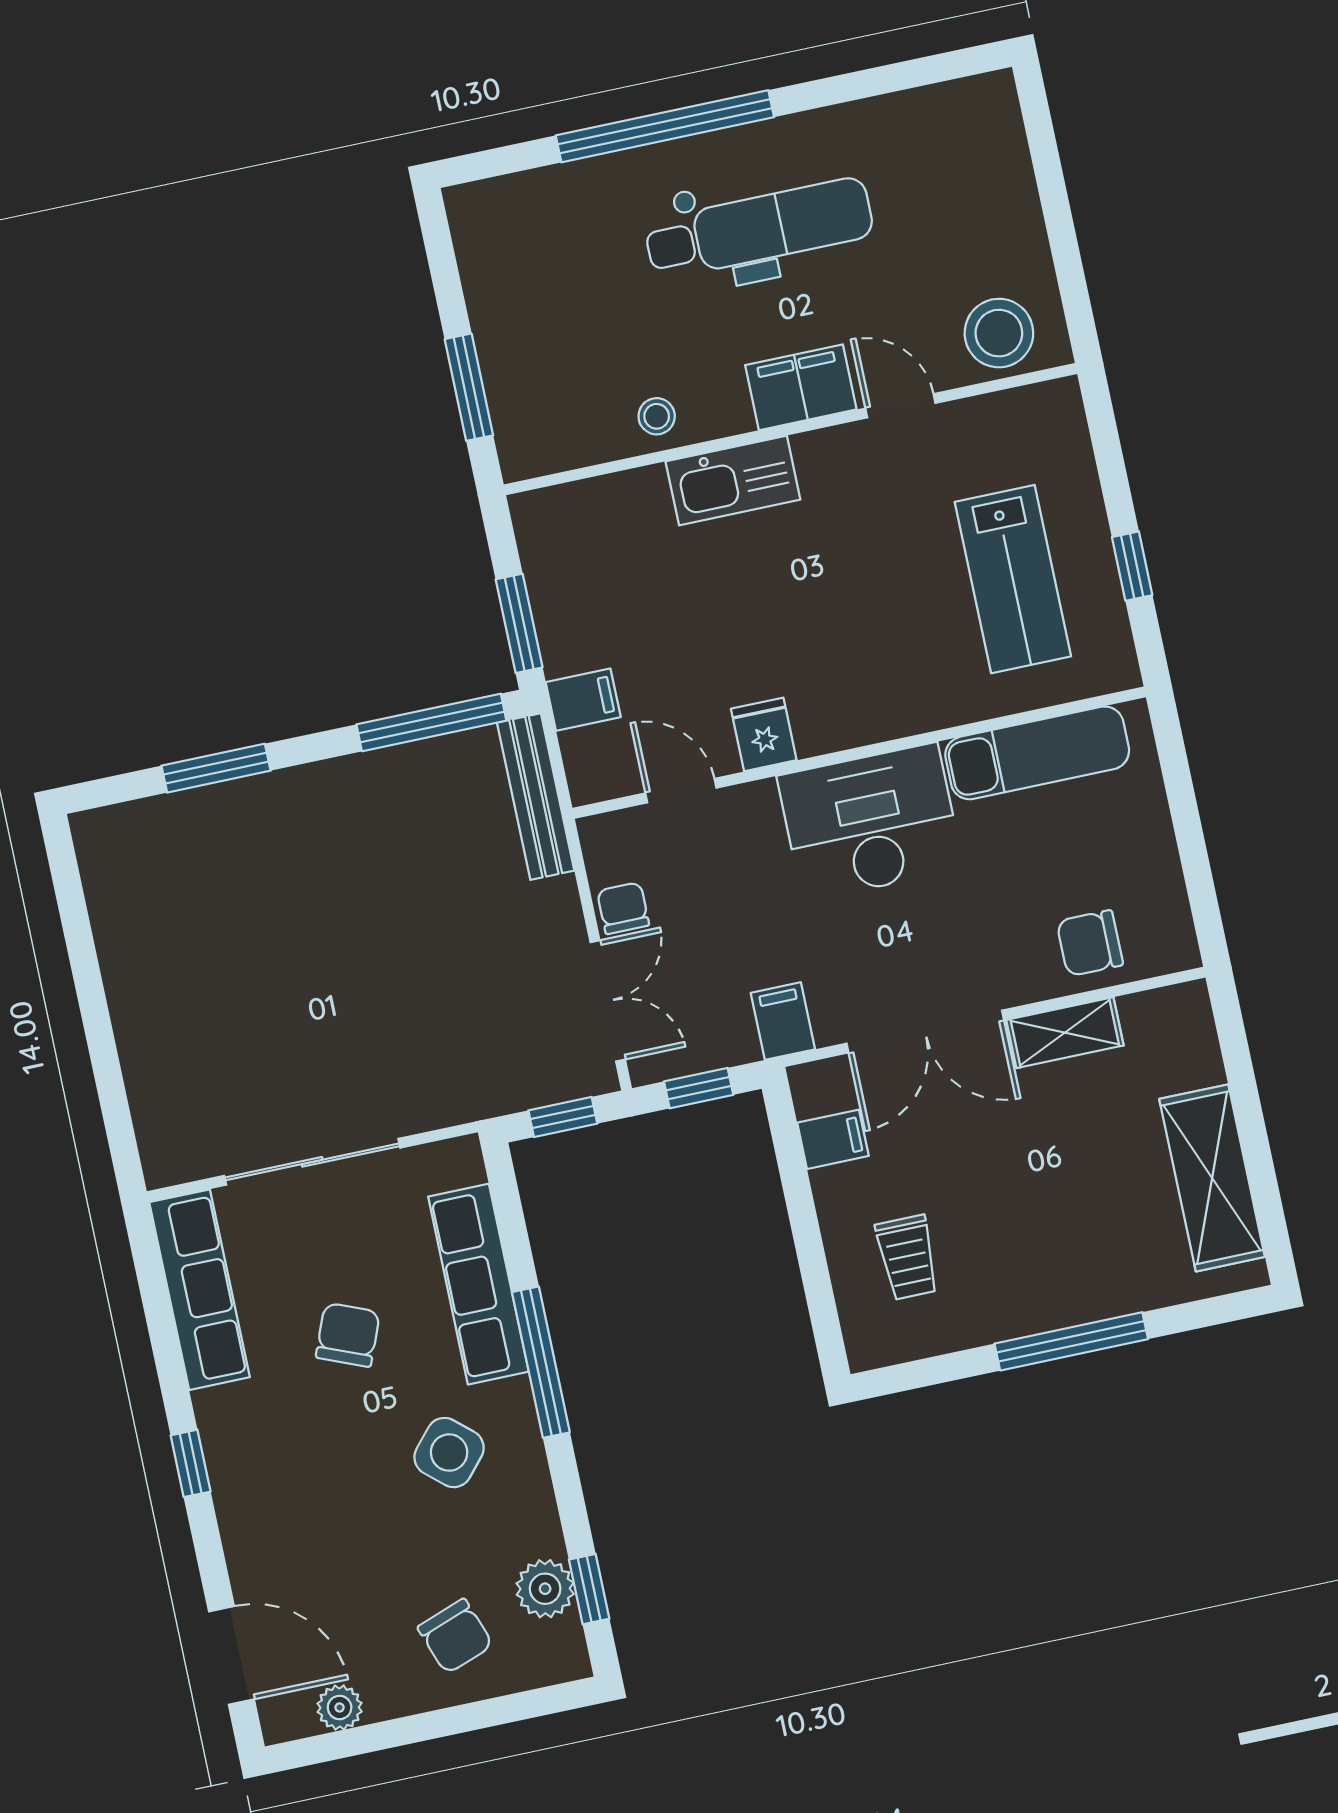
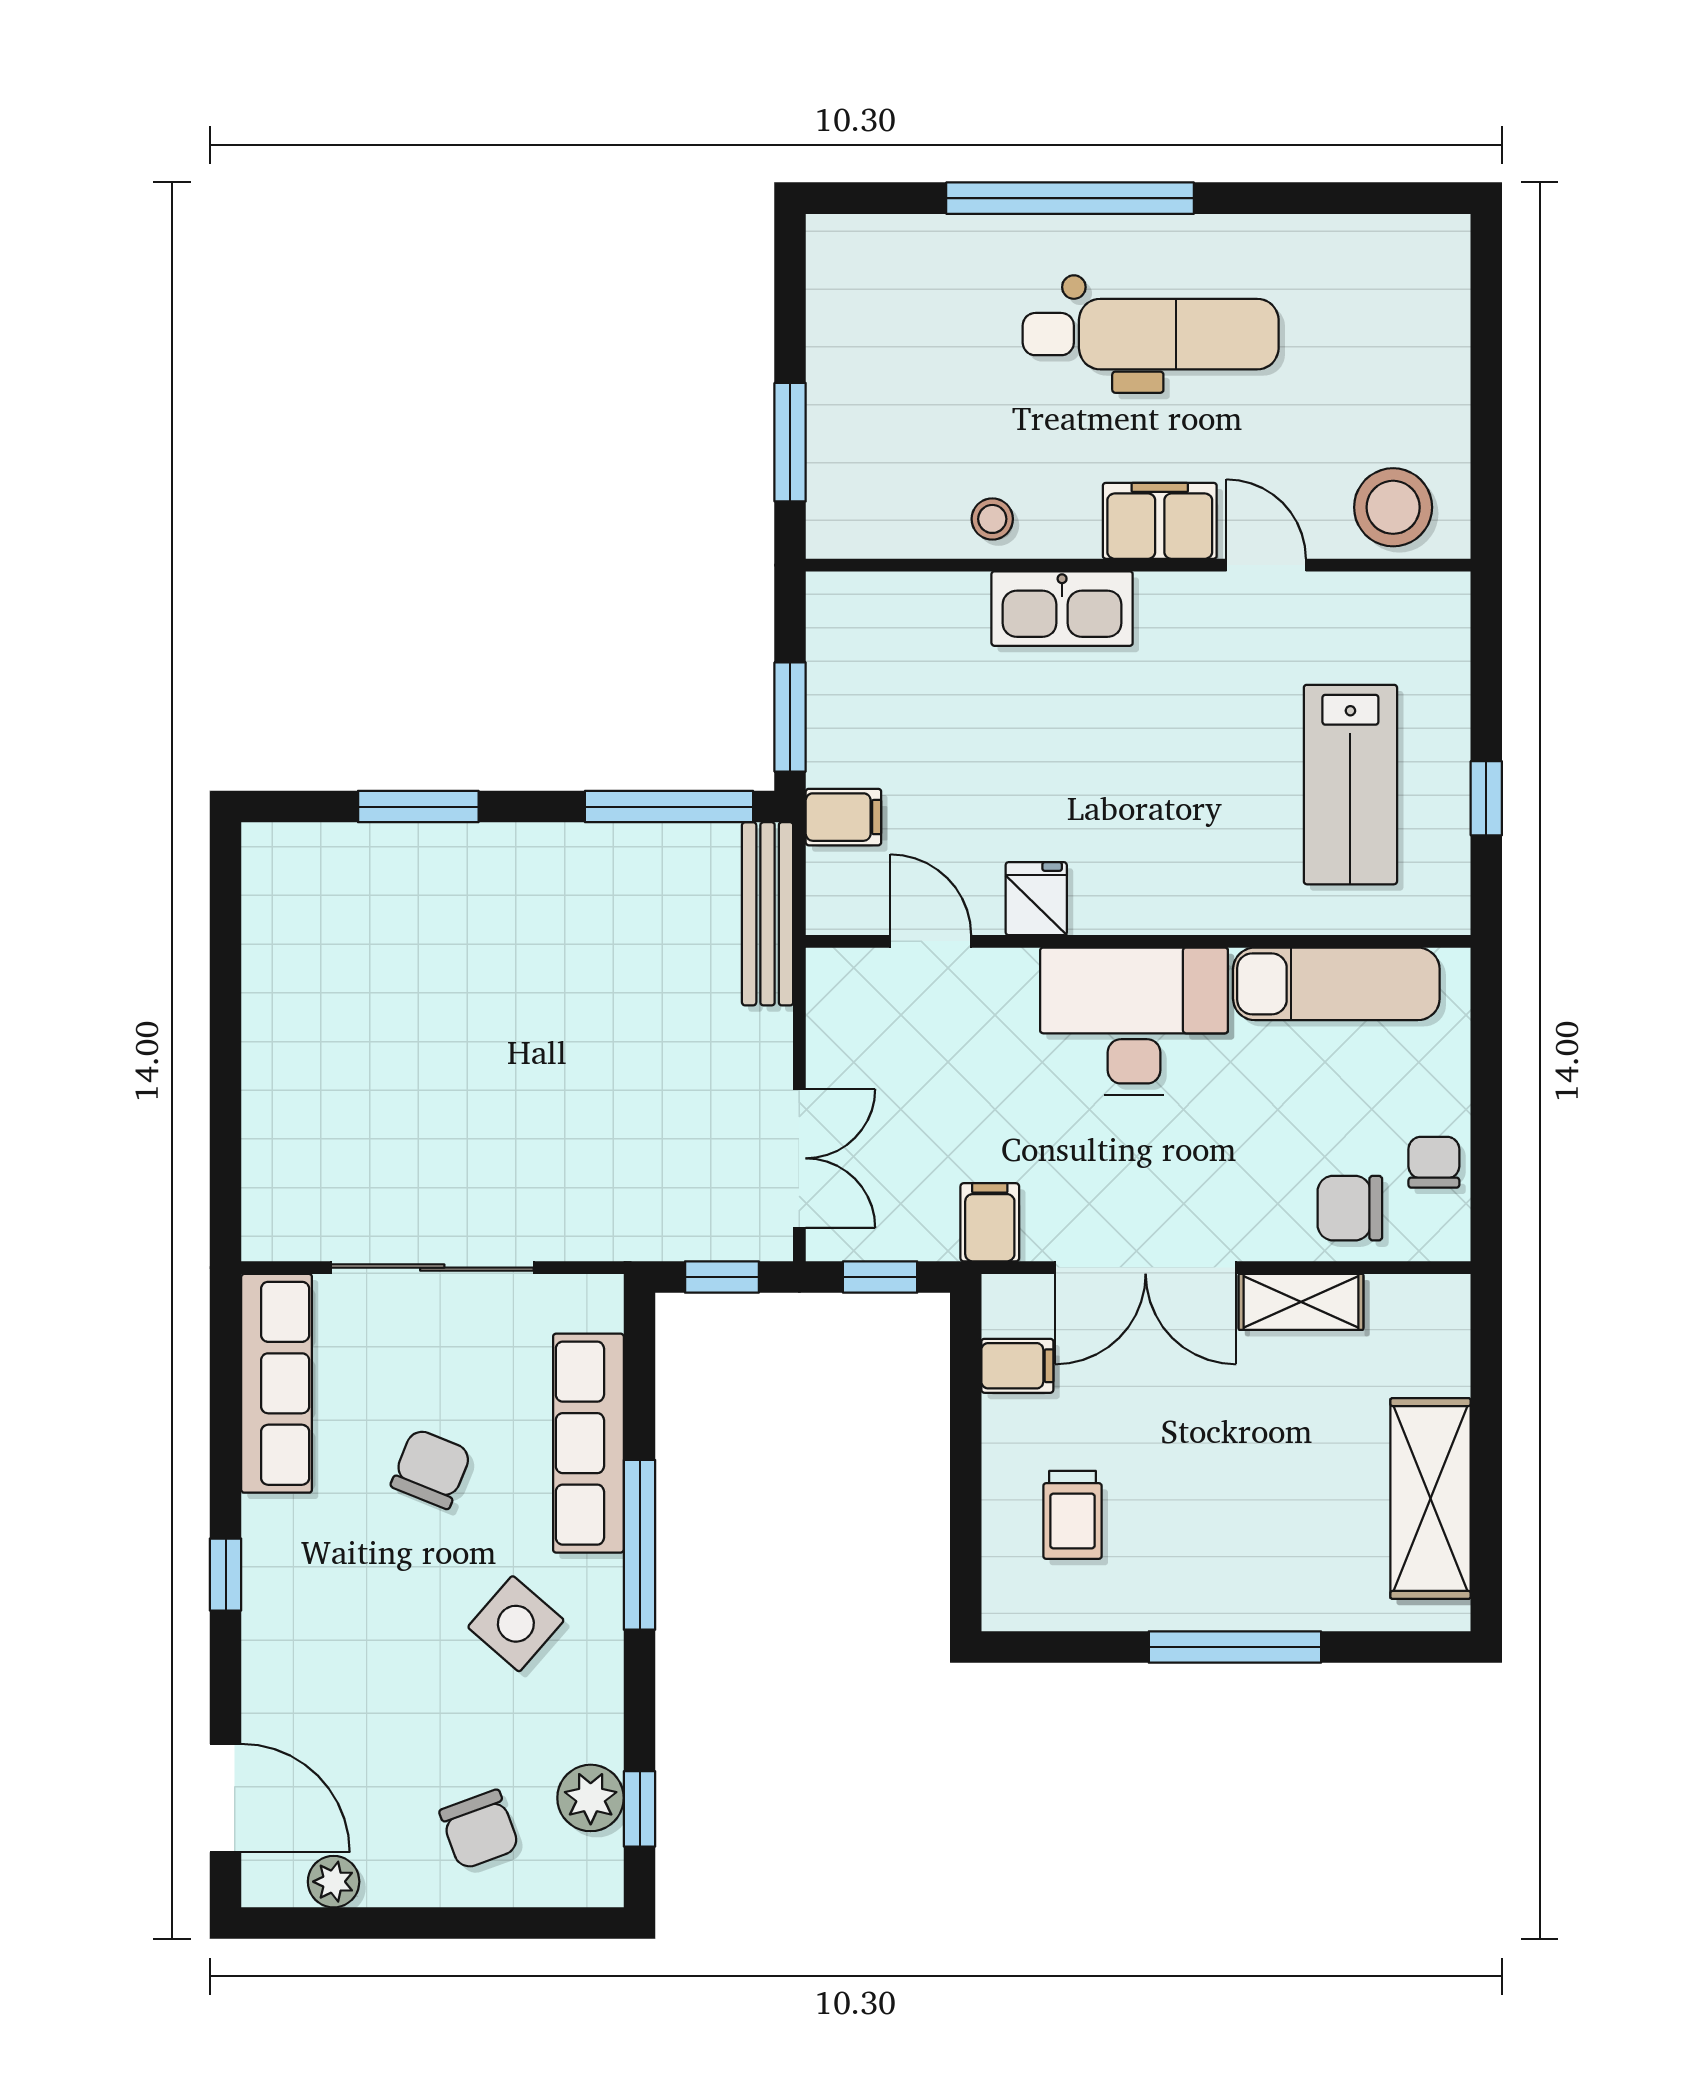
chair: (623, 908) -> (1434, 1162), moved

